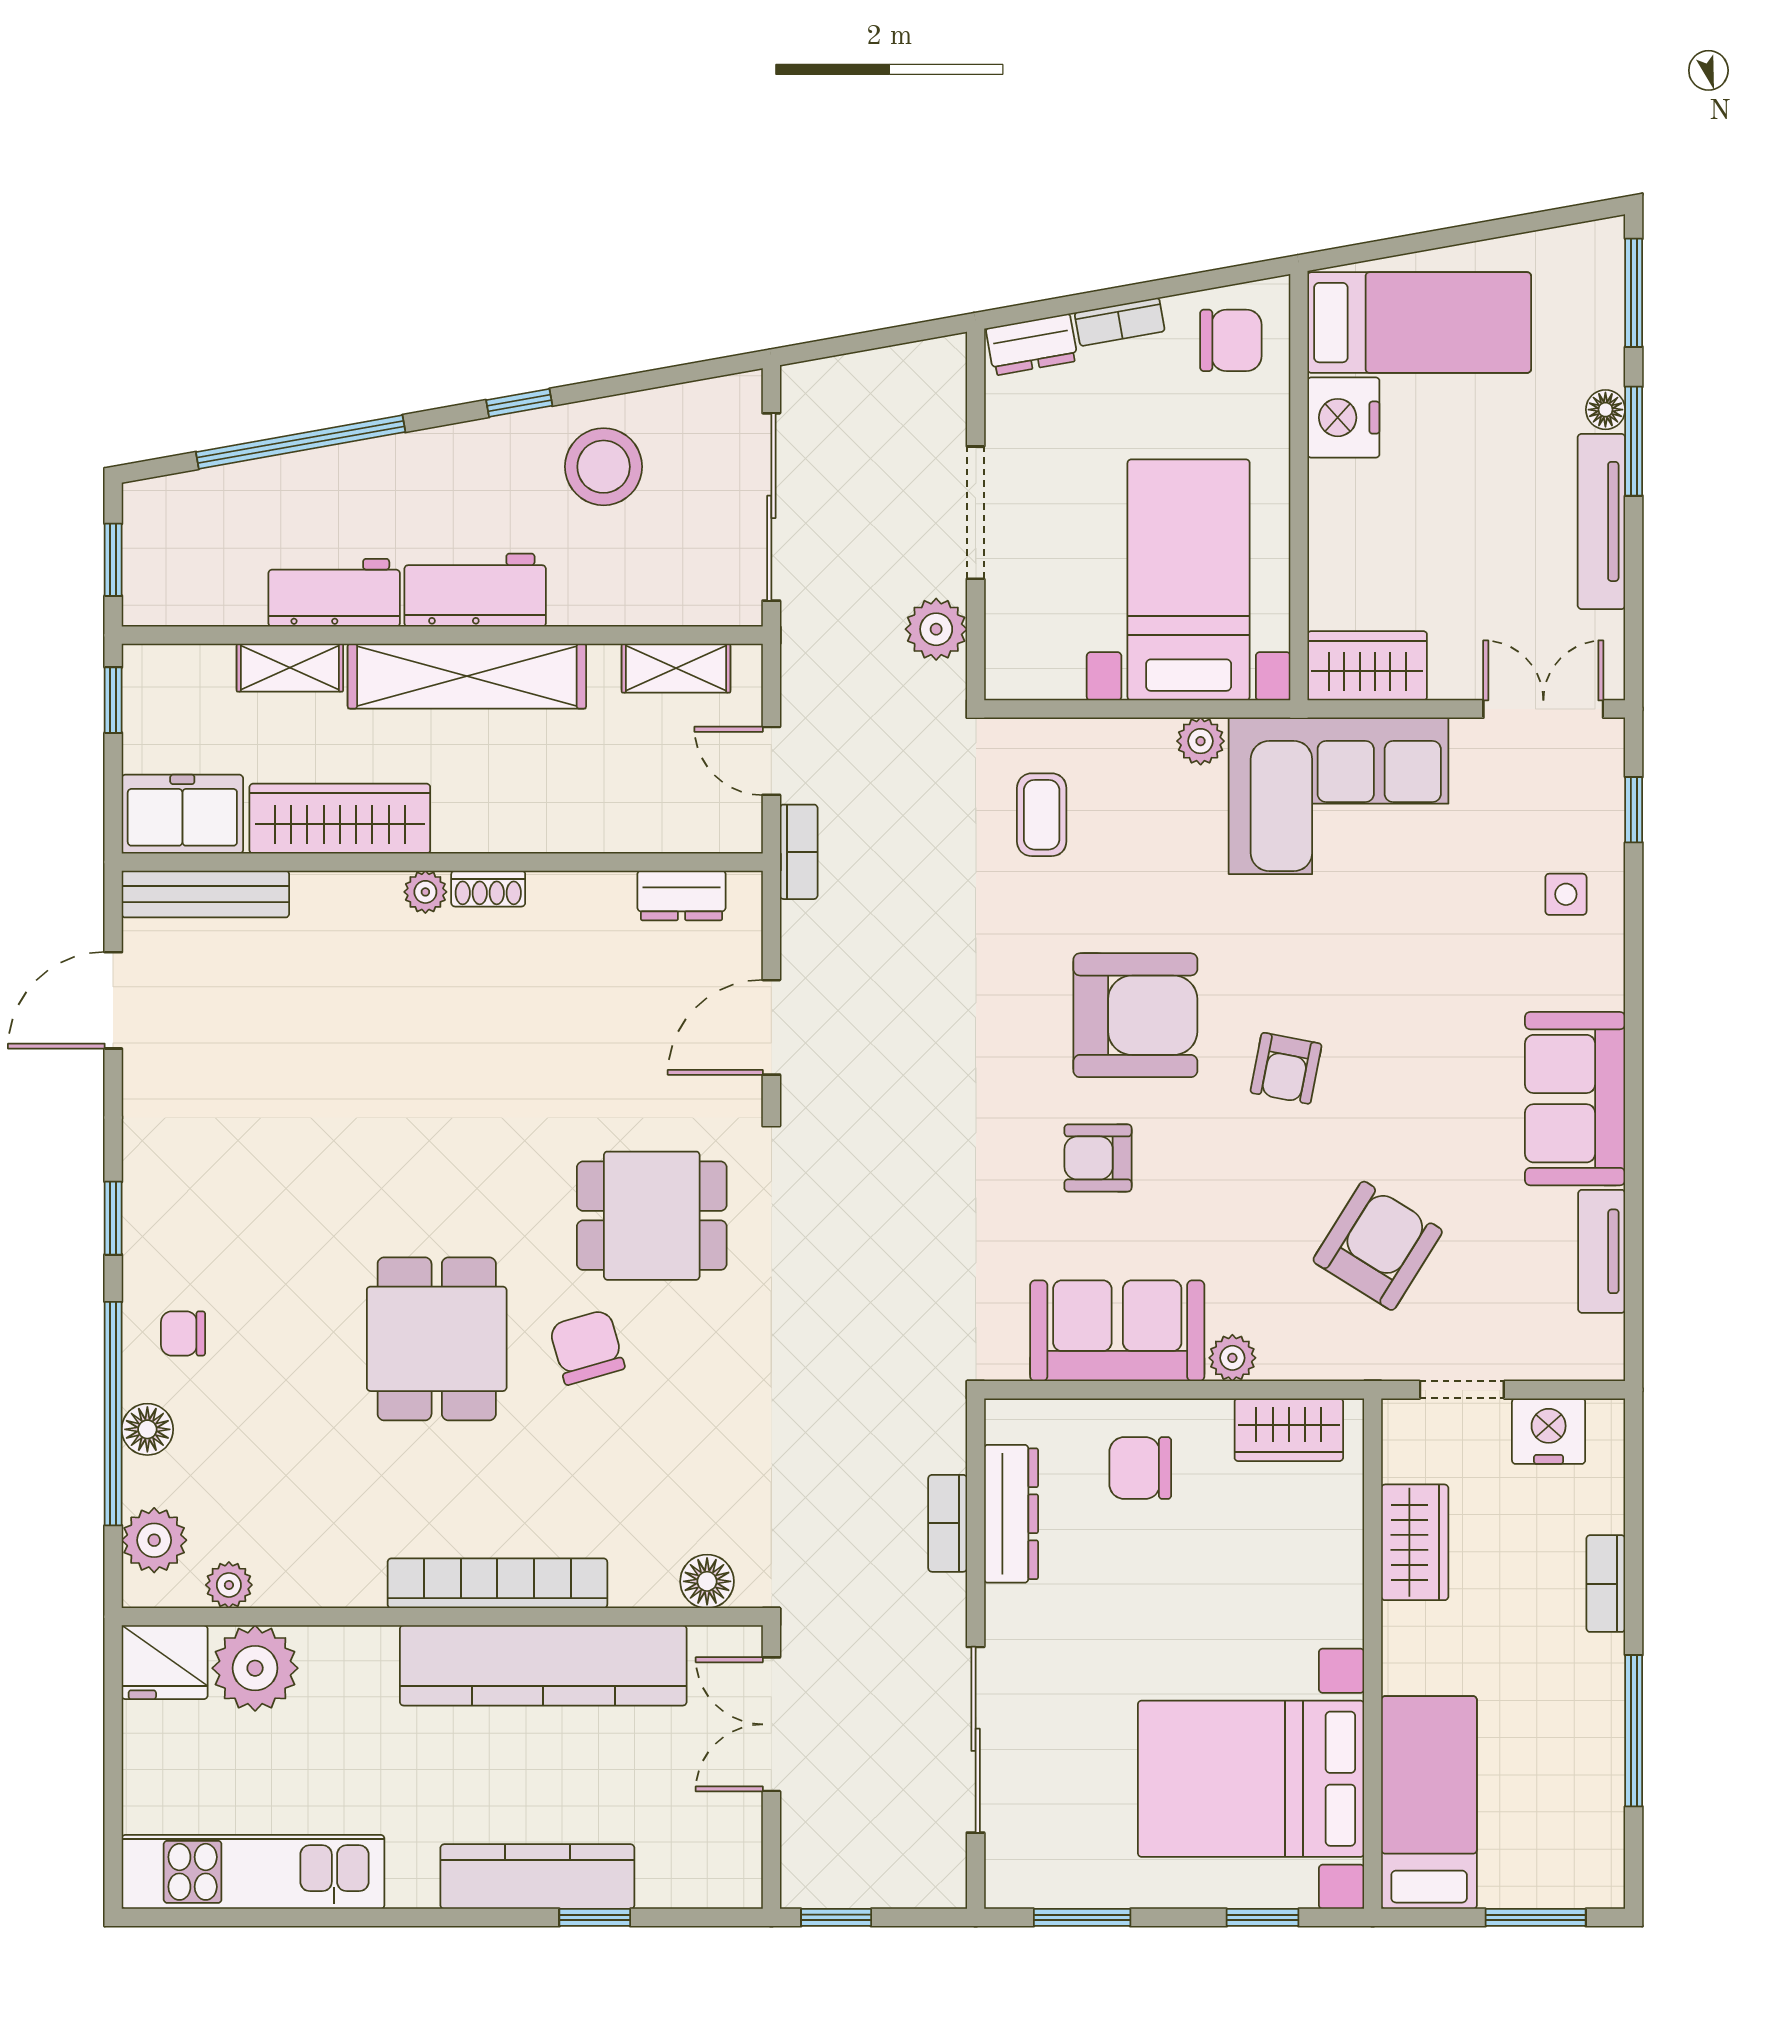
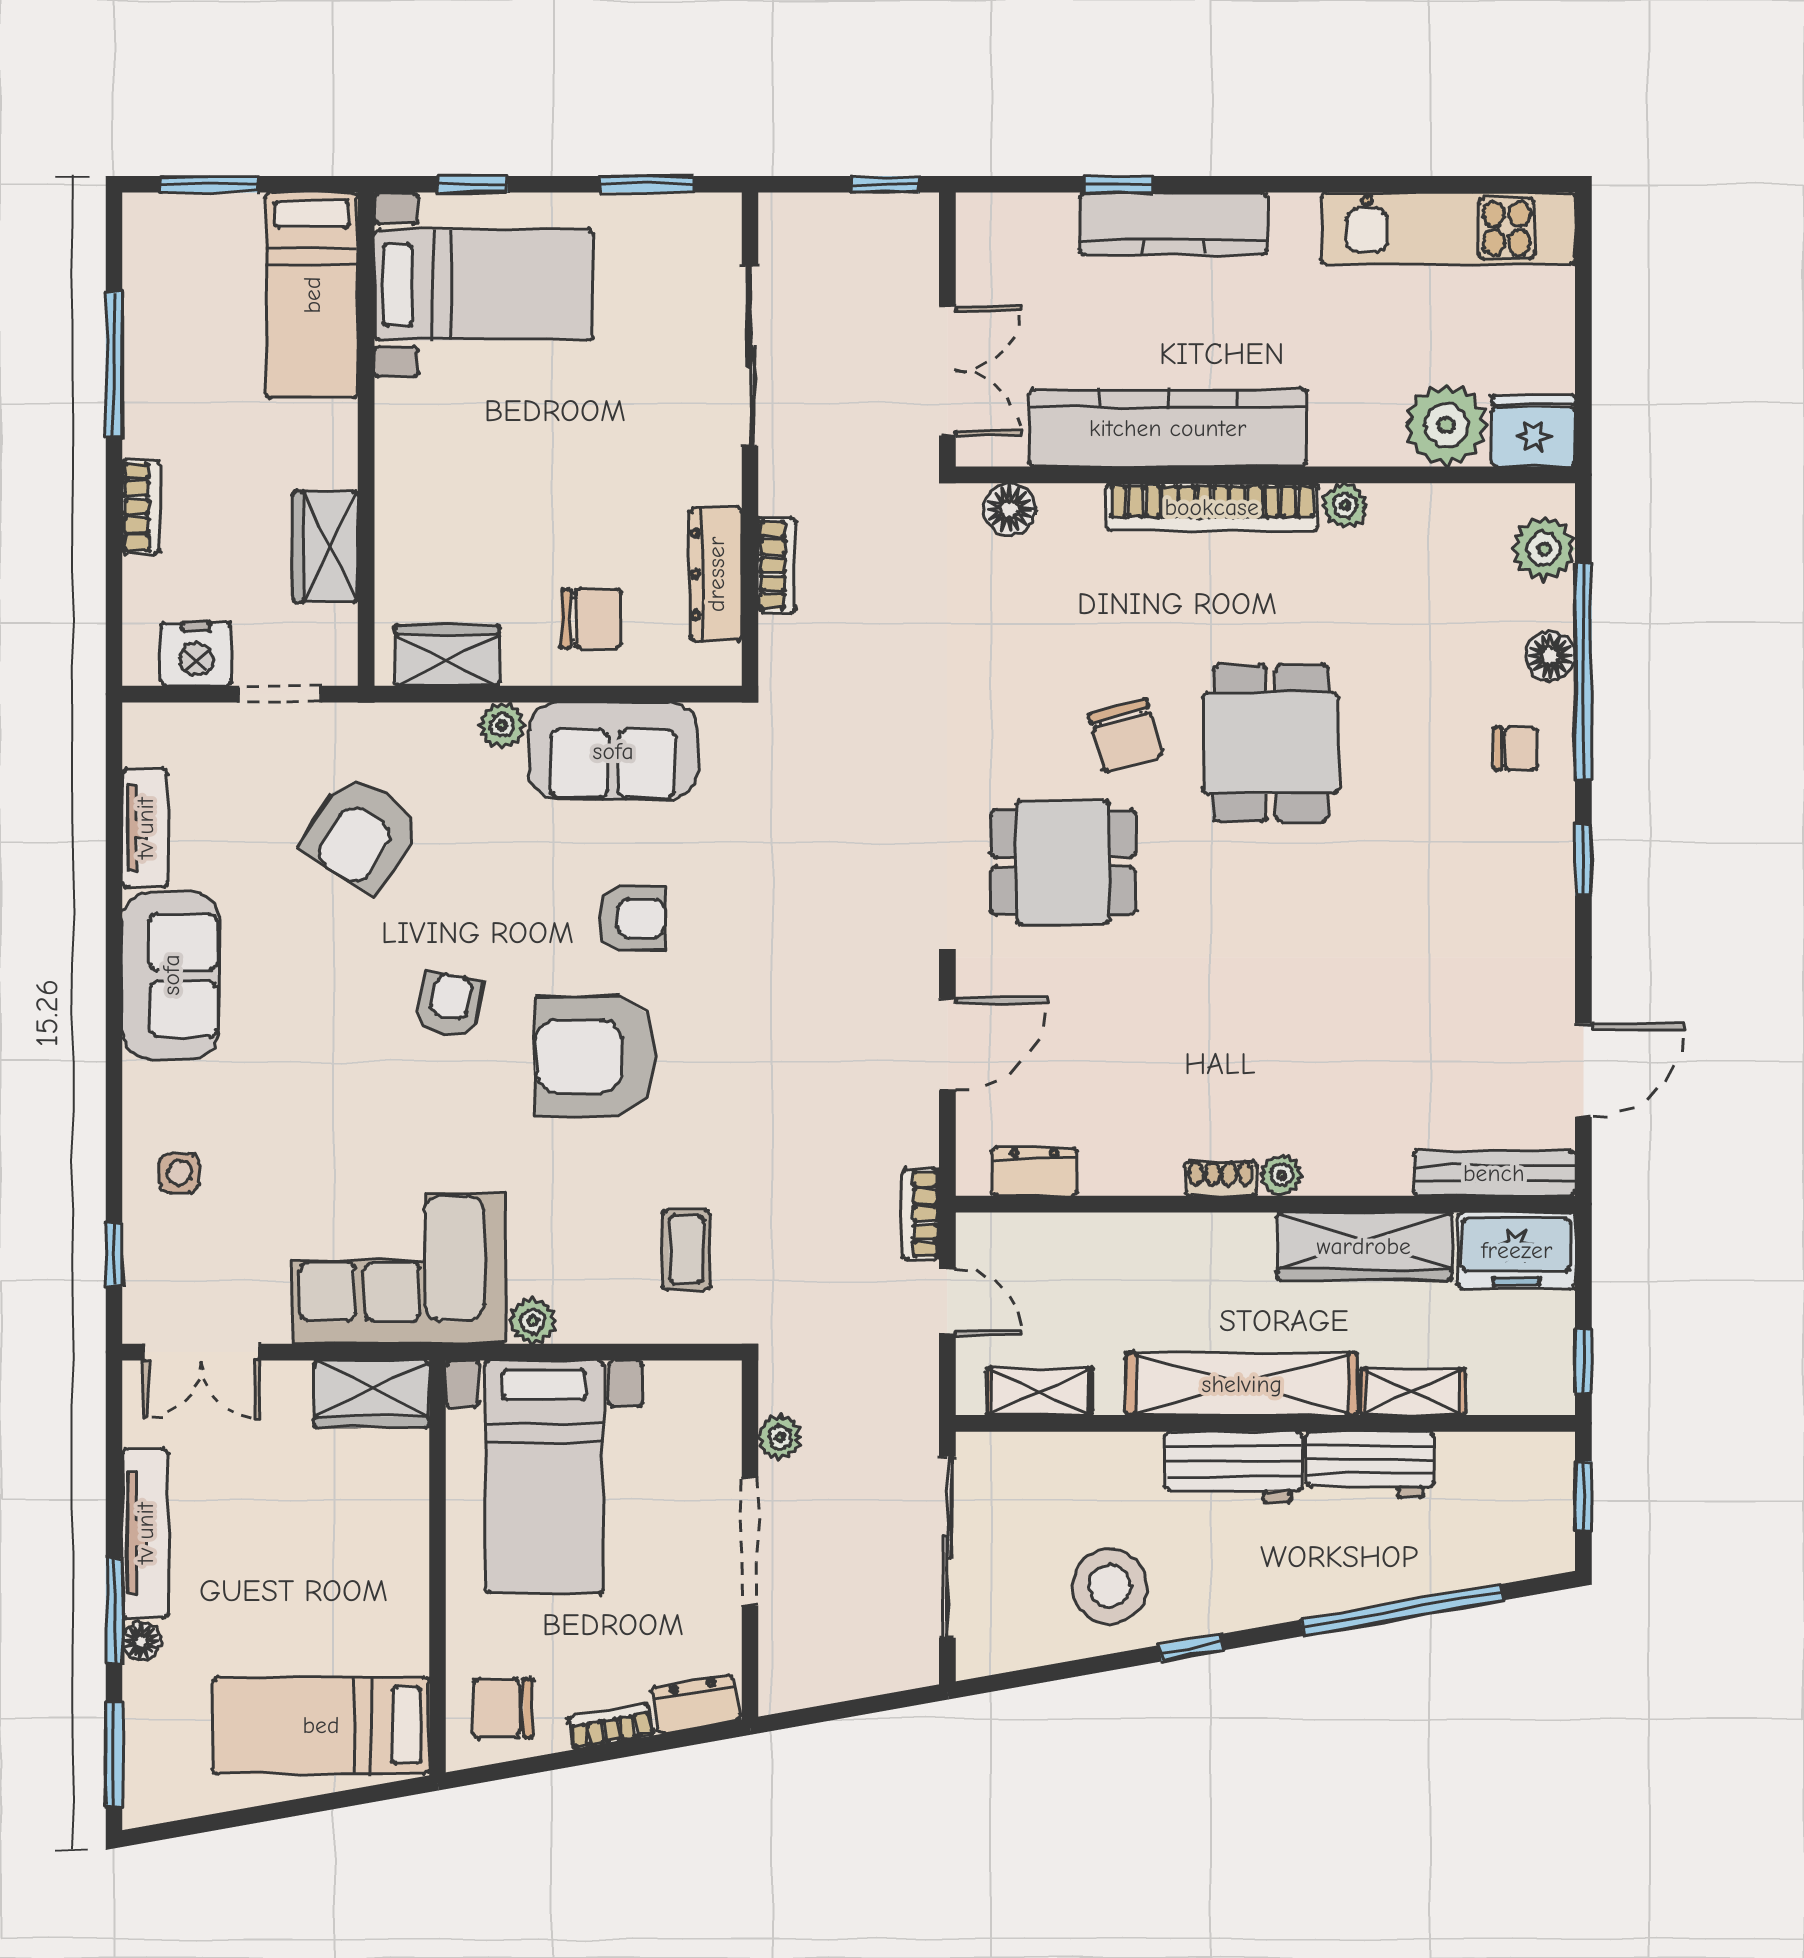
nightstand: (1343, 418) -> (394, 1634), removed
plant: (936, 629) -> (780, 1437), width x0.73, depth x0.73
plant: (229, 1585) -> (1345, 505), moved
bed with nightstands: (1251, 1779) -> (484, 285), width x0.73

